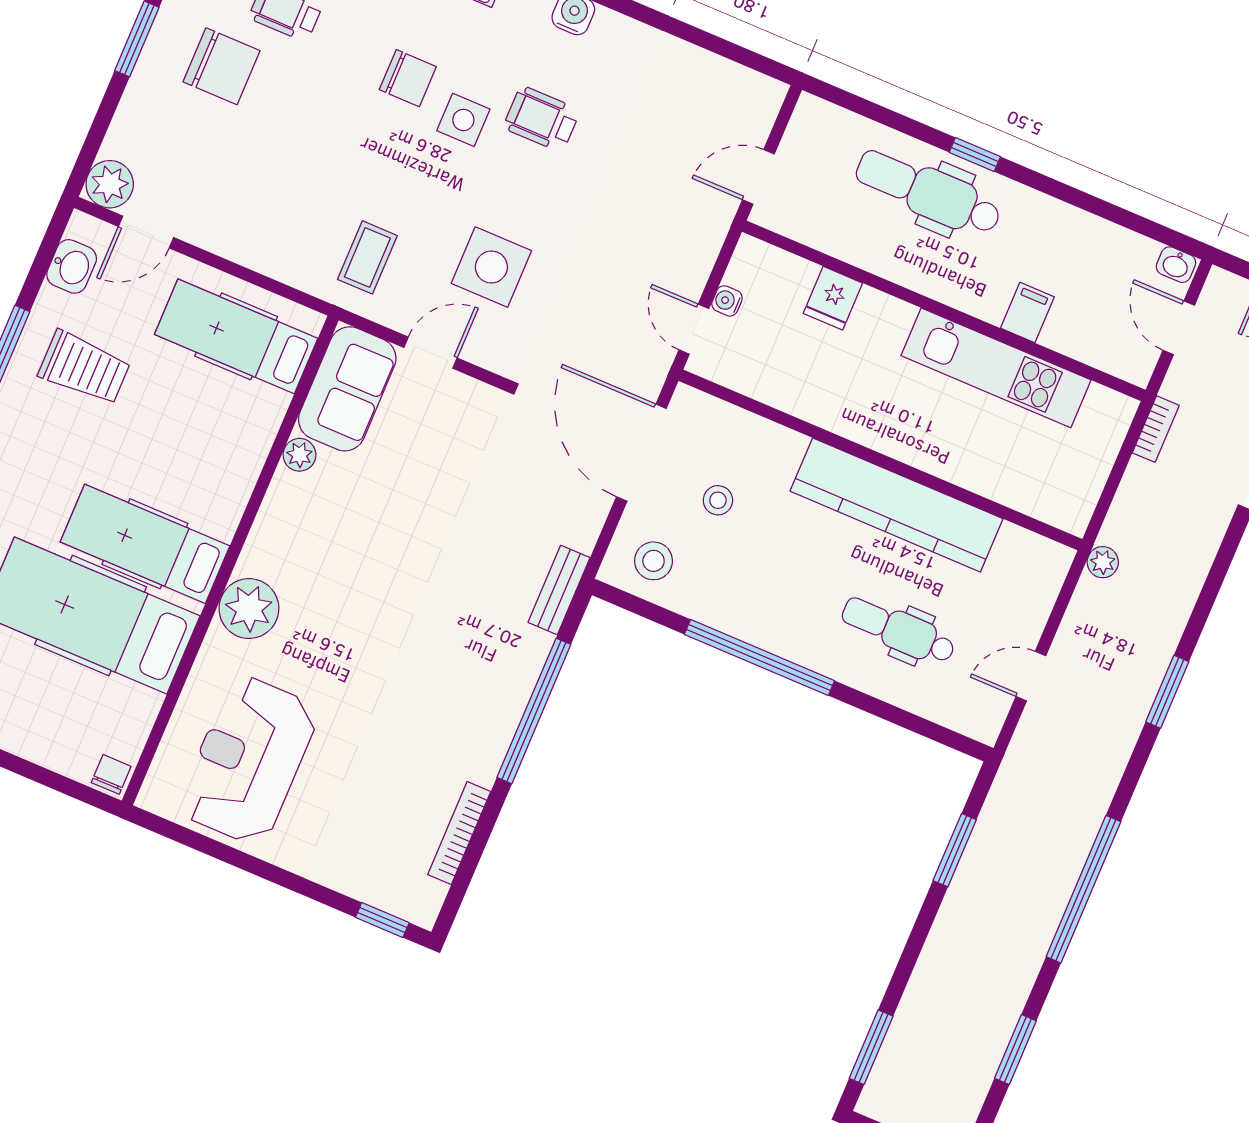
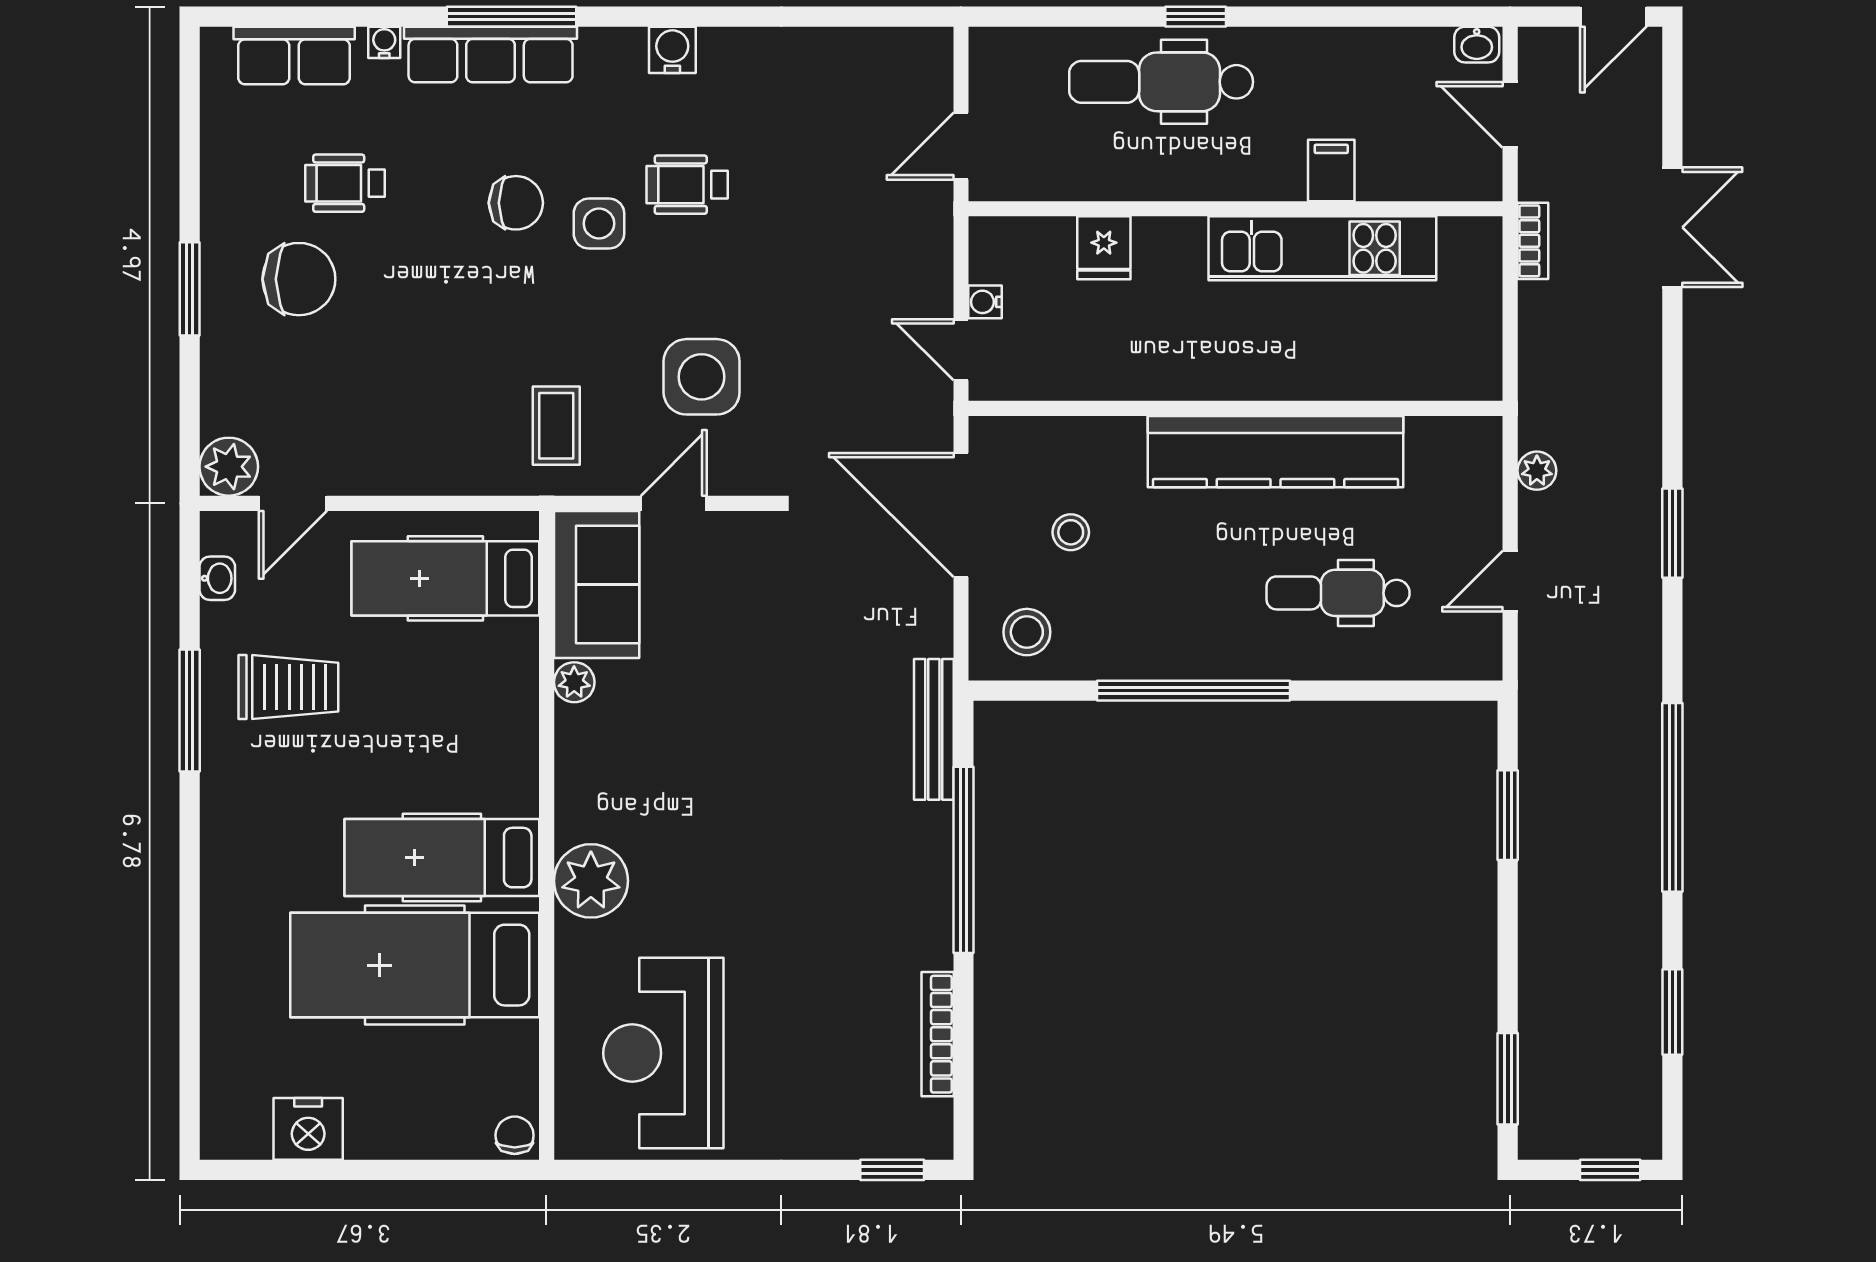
washbasin: (72, 266) -> (217, 578), width x0.72, depth x0.69
plant: (1103, 562) -> (1537, 471), moved
bench: (559, 590) -> (934, 729), width x1.36

